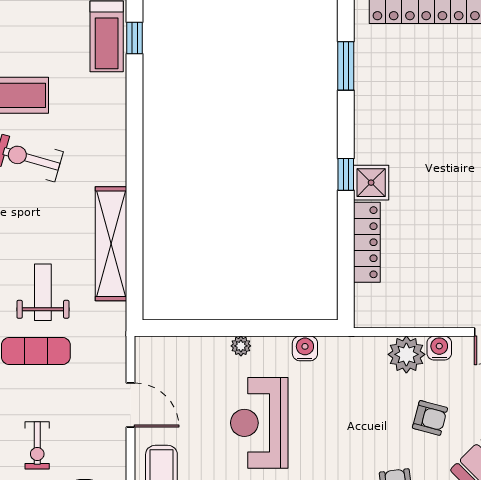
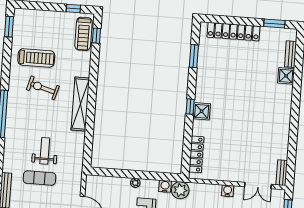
locker: (367, 242) -> (196, 154), moved
shelving: (111, 244) -> (80, 104), moved
plant: (406, 354) -> (180, 190), moved

